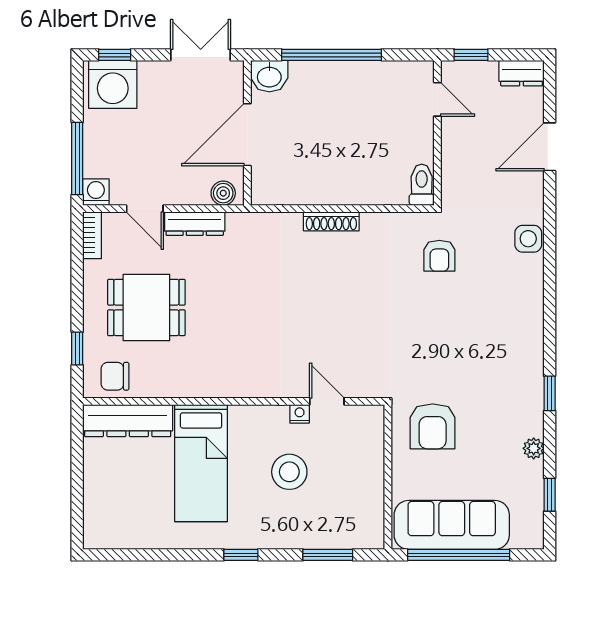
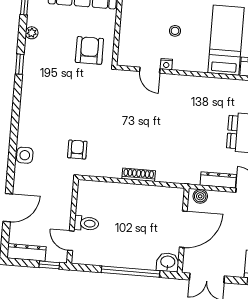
dresser: (522, 73) -> (26, 252), width x1.44
toilet: (422, 185) -> (86, 223), moved, turned -90
stool: (289, 472) -> (175, 31), width x0.53, depth x0.53

